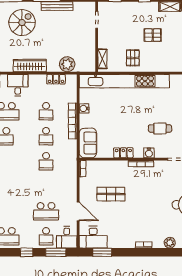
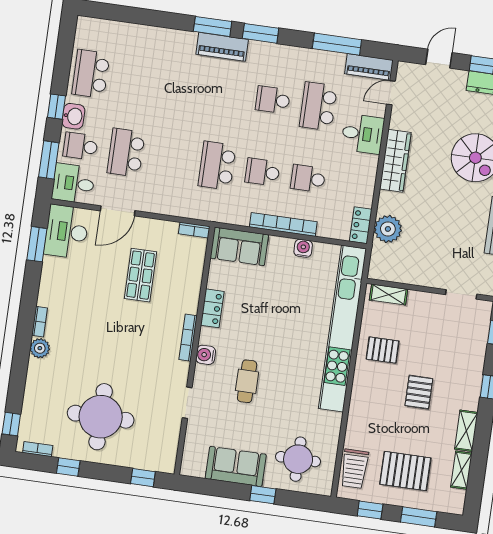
locker: (56, 79) -> (361, 225), moved
school desk: (46, 161) -> (217, 166), width x1.85
washbasin: (30, 242) -> (73, 116), added
plant: (170, 243) -> (40, 348), moved

